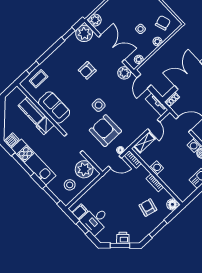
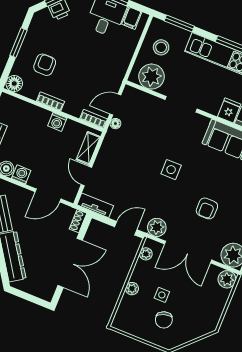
chair: (163, 23) -> (164, 320), moved
armchair: (87, 70) -> (207, 208), turned 180
door: (144, 81) -> (126, 228), hinge flipped
armchair: (105, 131) -> (147, 140), removed
armchair: (148, 208) -> (45, 65), turned -104

